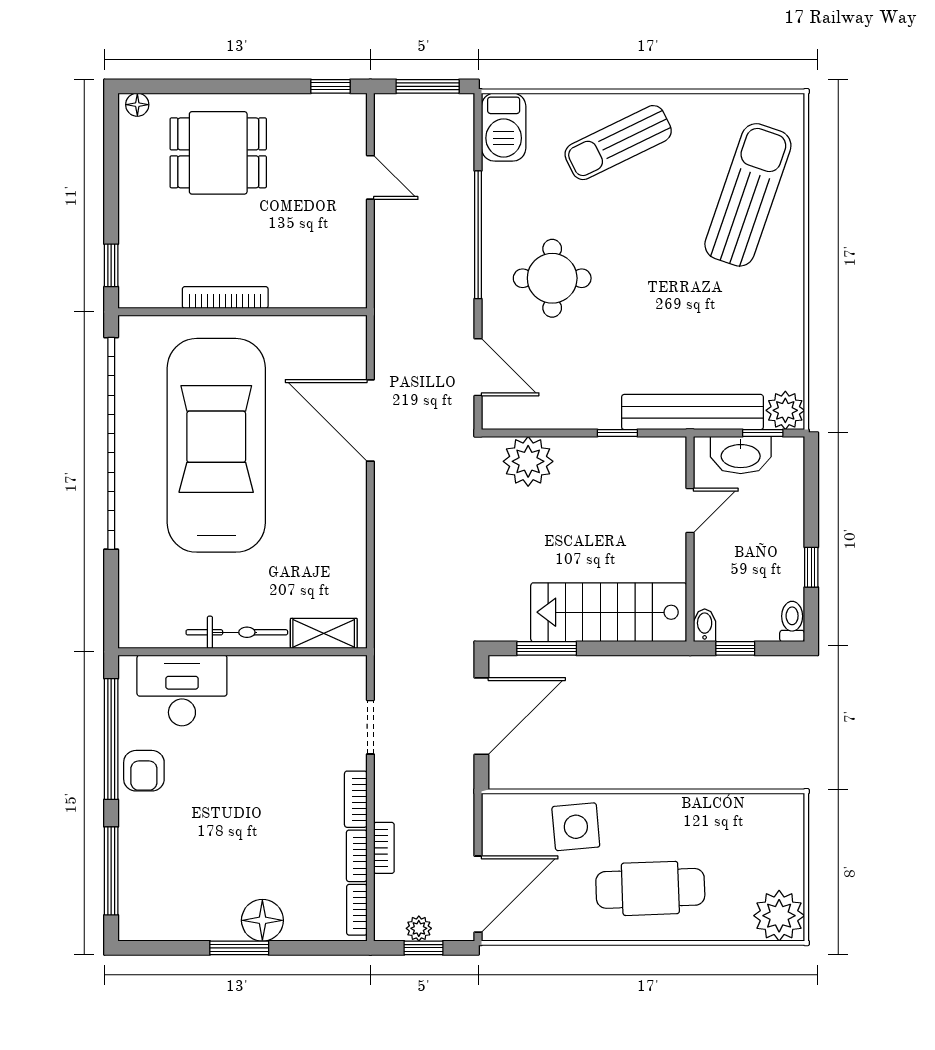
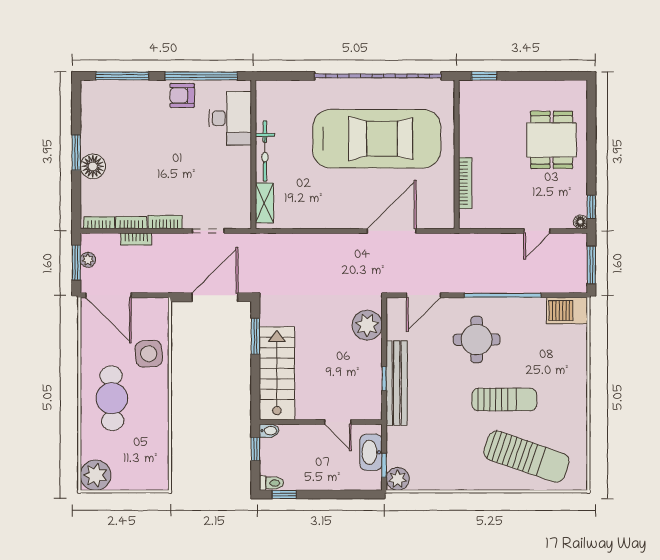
floor lamp: (137, 105) -> (580, 222), moved
sun lounger: (618, 143) -> (504, 400), moved, turned 116
bookcase: (225, 297) -> (465, 183), moved
bench: (692, 412) -> (397, 383), moved
window: (811, 567) -> (284, 494), moved
door: (481, 716) -> (215, 297), swing flipped
window: (423, 948) -> (76, 263), width x1.50

